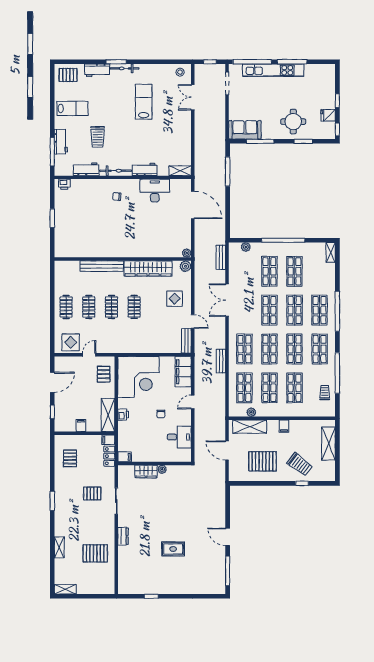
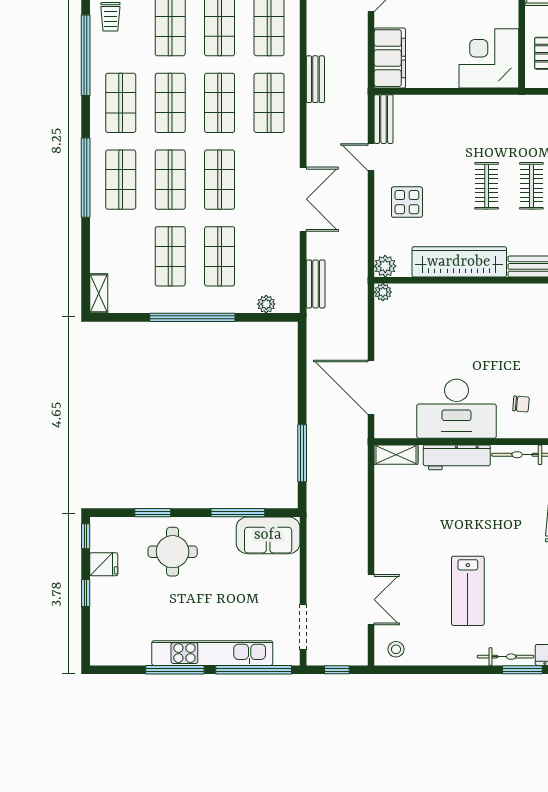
workbench: (145, 169) -> (457, 457), width x1.38
desk: (155, 191) -> (457, 409), width x1.36, depth x1.30
corner desk: (138, 377) -> (489, 58), width x0.74, depth x0.74

